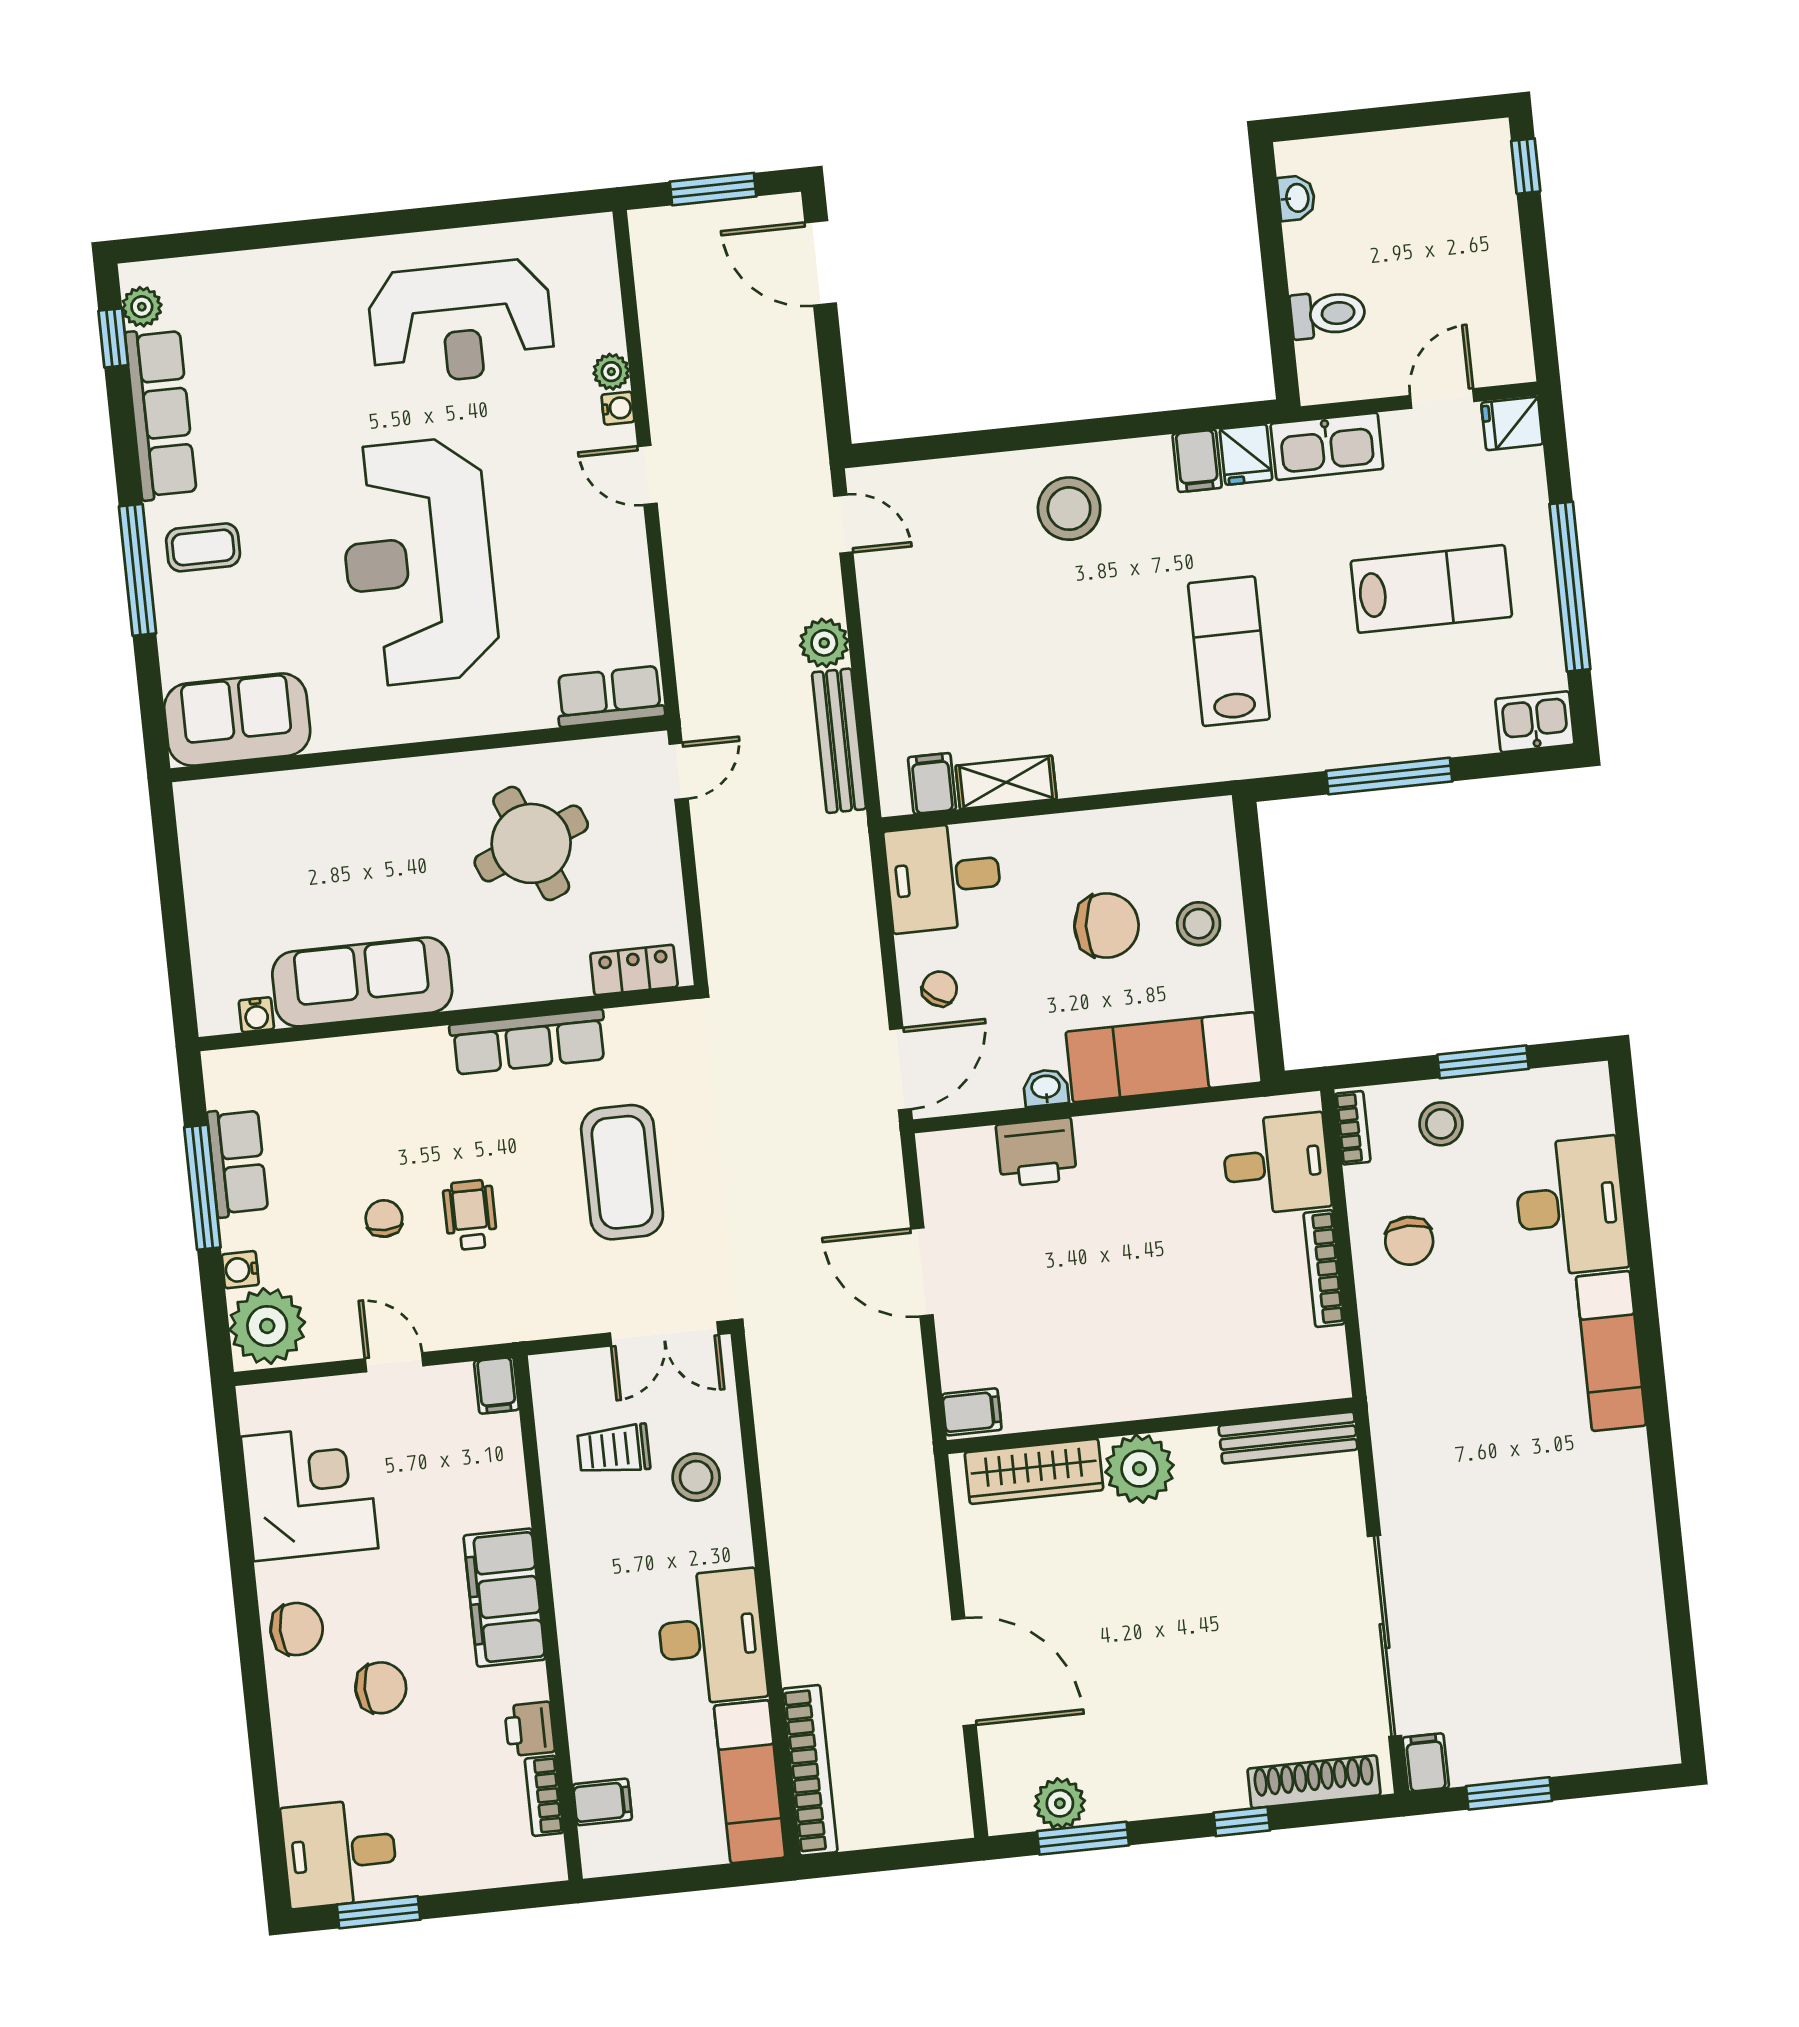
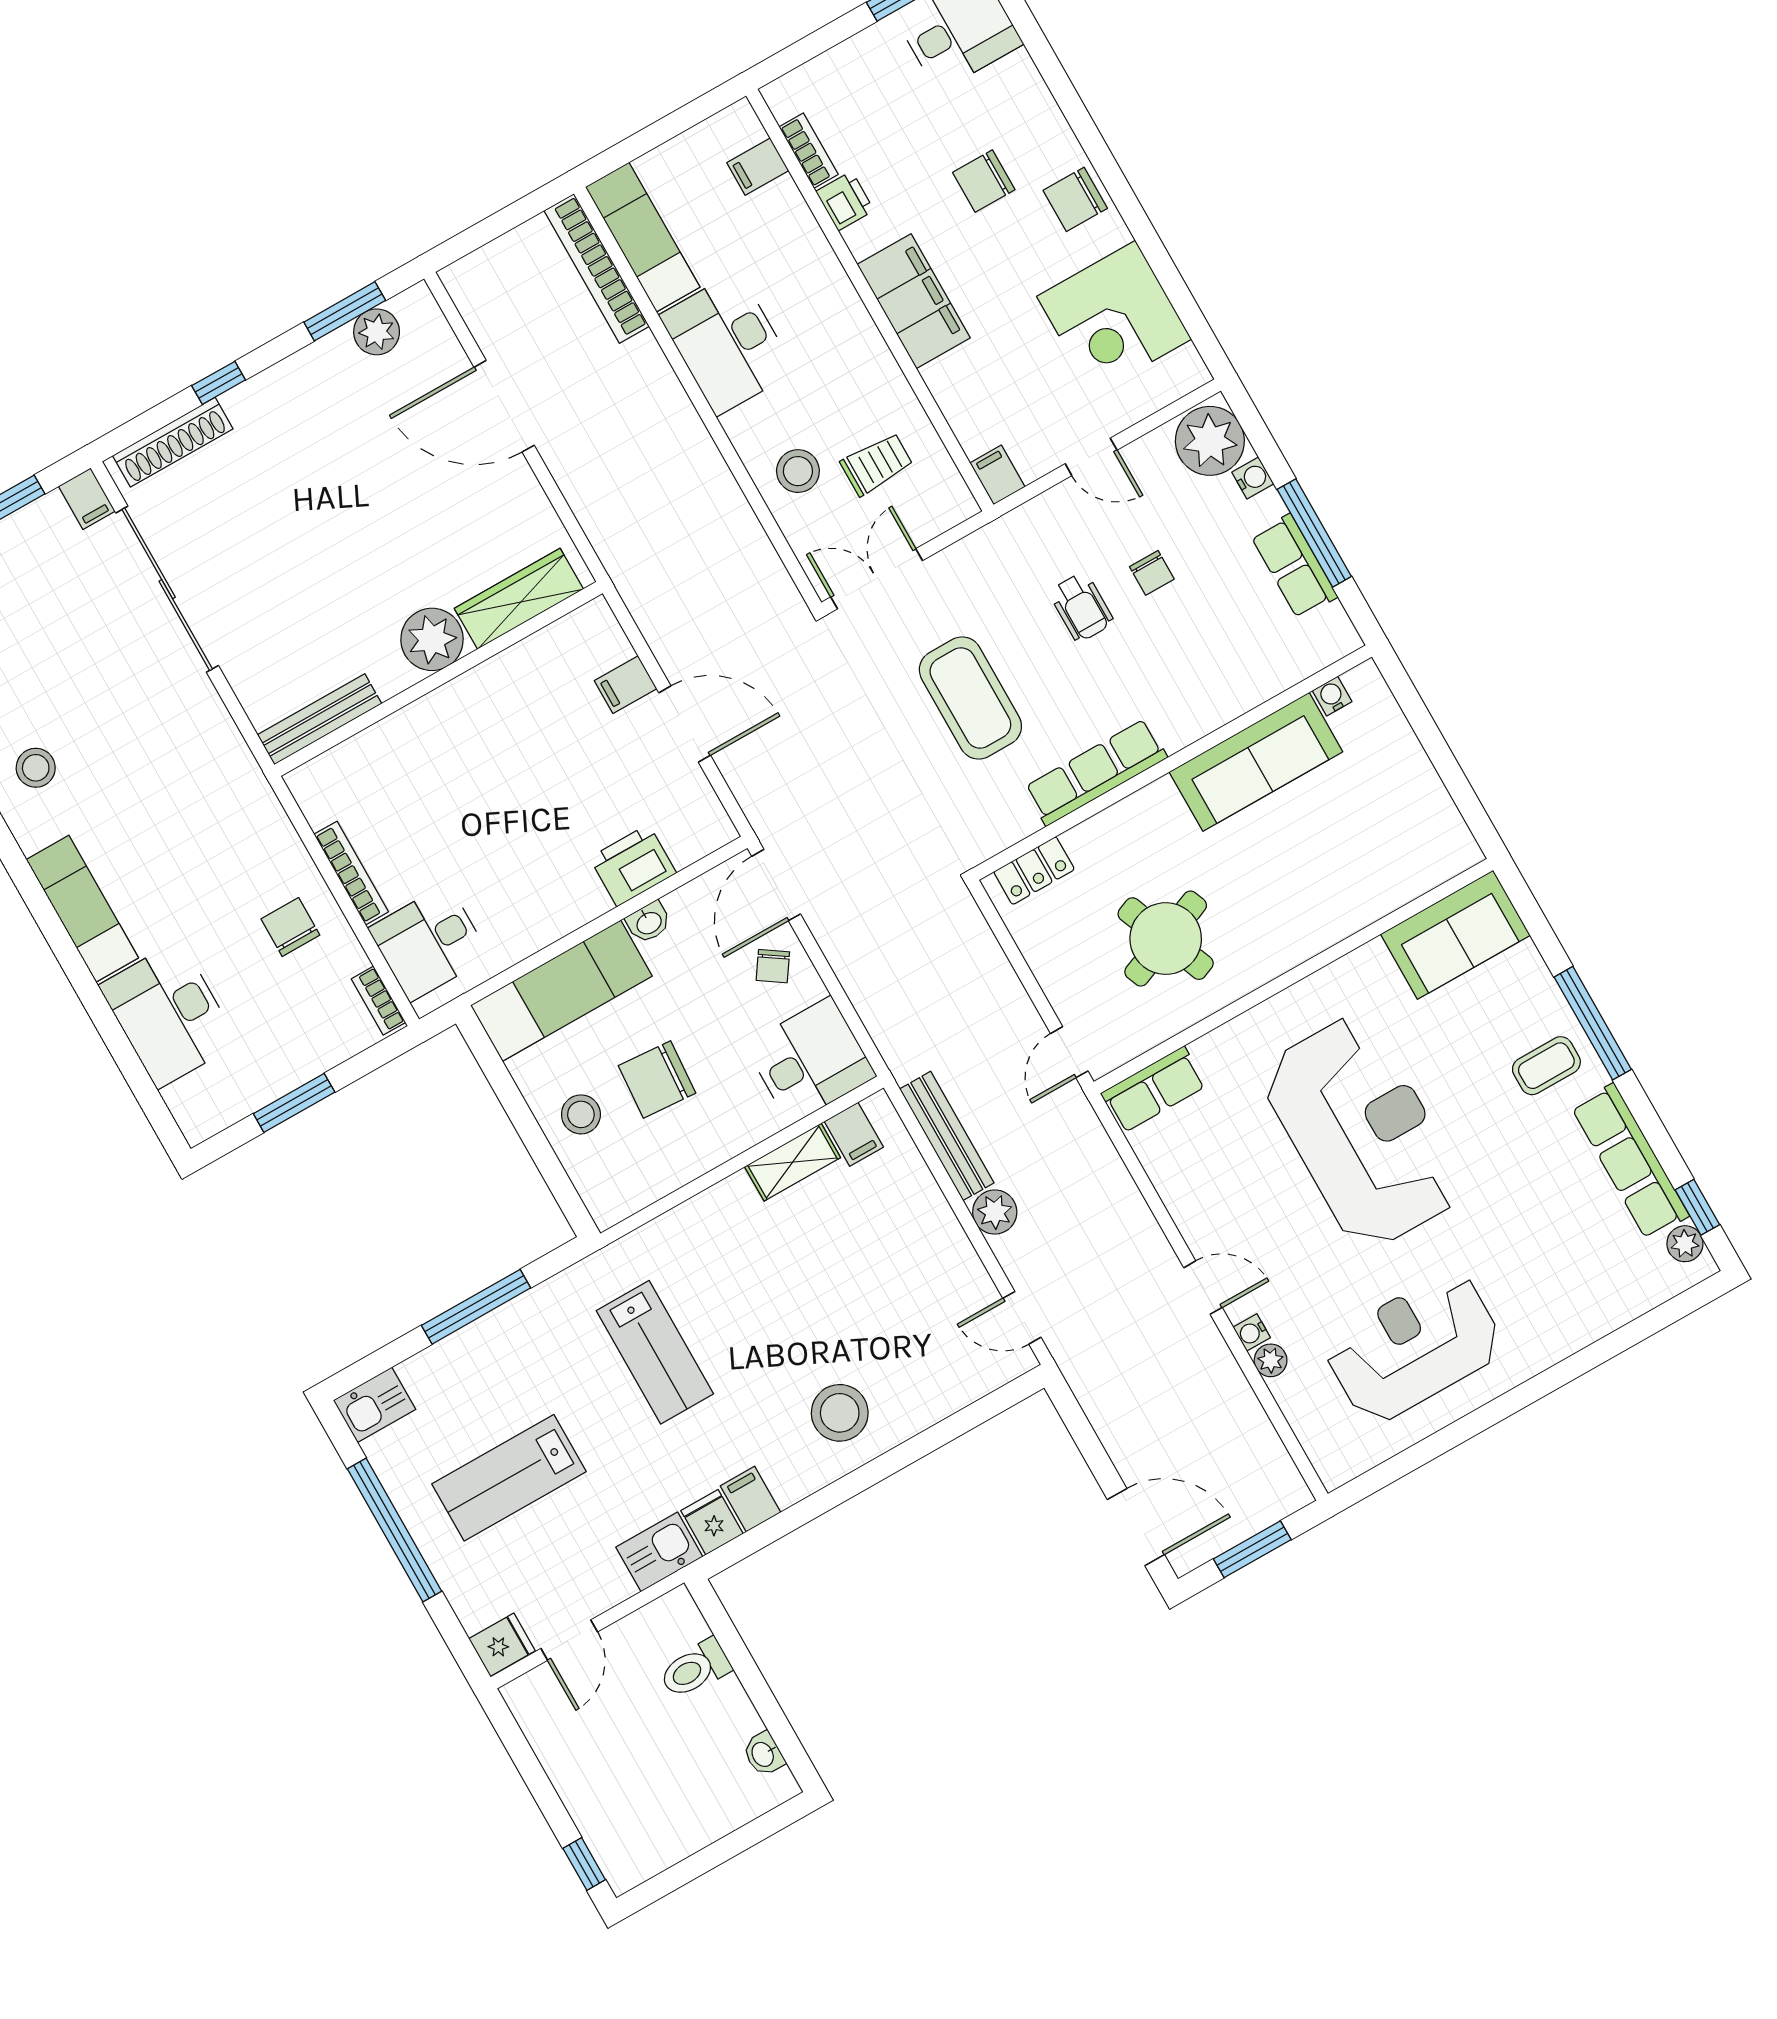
kitchen sink: (1327, 446) -> (659, 1552), width x0.73
stool: (1441, 1124) -> (36, 768), moved
filing cabinet: (972, 1412) -> (626, 685), moved

